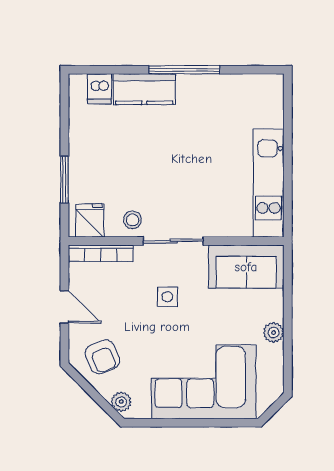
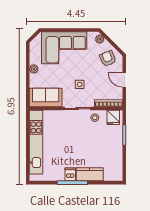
dishwasher: (100, 89) -> (70, 174), moved
kitchen unit: (269, 183) -> (36, 142), width x1.36

